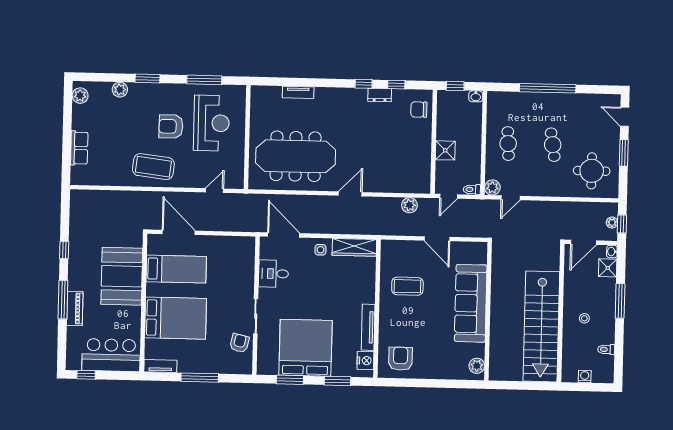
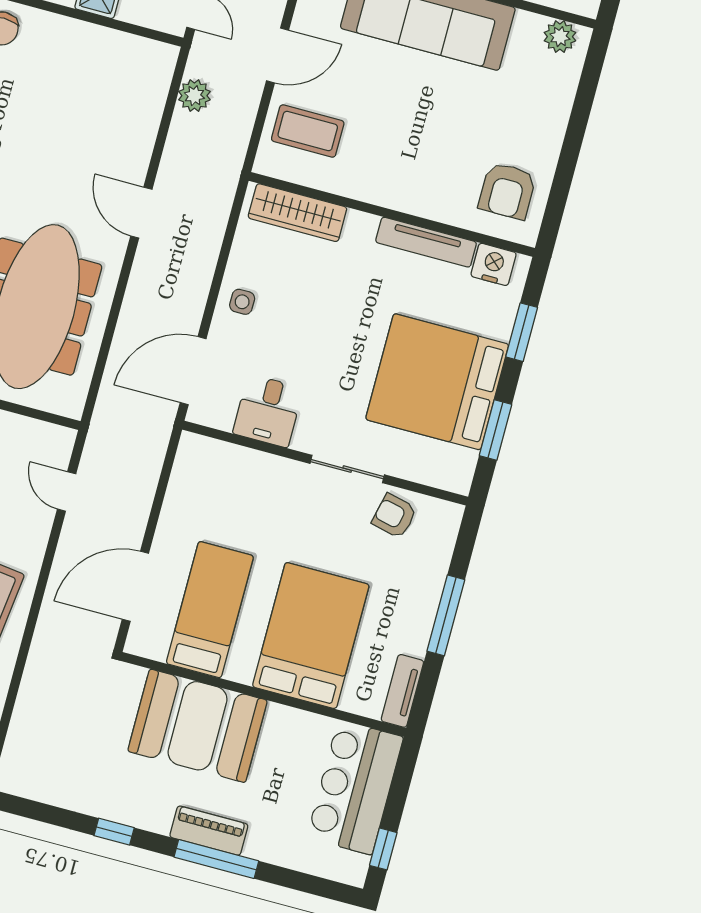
wardrobe: (354, 247) -> (297, 213), moved, turned 90
coffee table: (407, 286) -> (308, 131), moved, turned 90
piano: (75, 308) -> (209, 831), moved
armchair: (400, 359) -> (507, 191), turned -90

